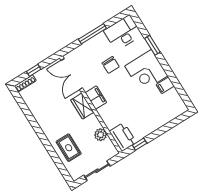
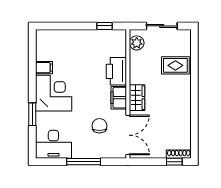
chair: (111, 65) -> (99, 126), moved
window: (34, 70) -> (174, 162), moved
plant: (101, 135) -> (137, 43), moved
printer: (123, 137) -> (116, 71), moved
rug: (69, 148) -> (175, 65), turned 90

